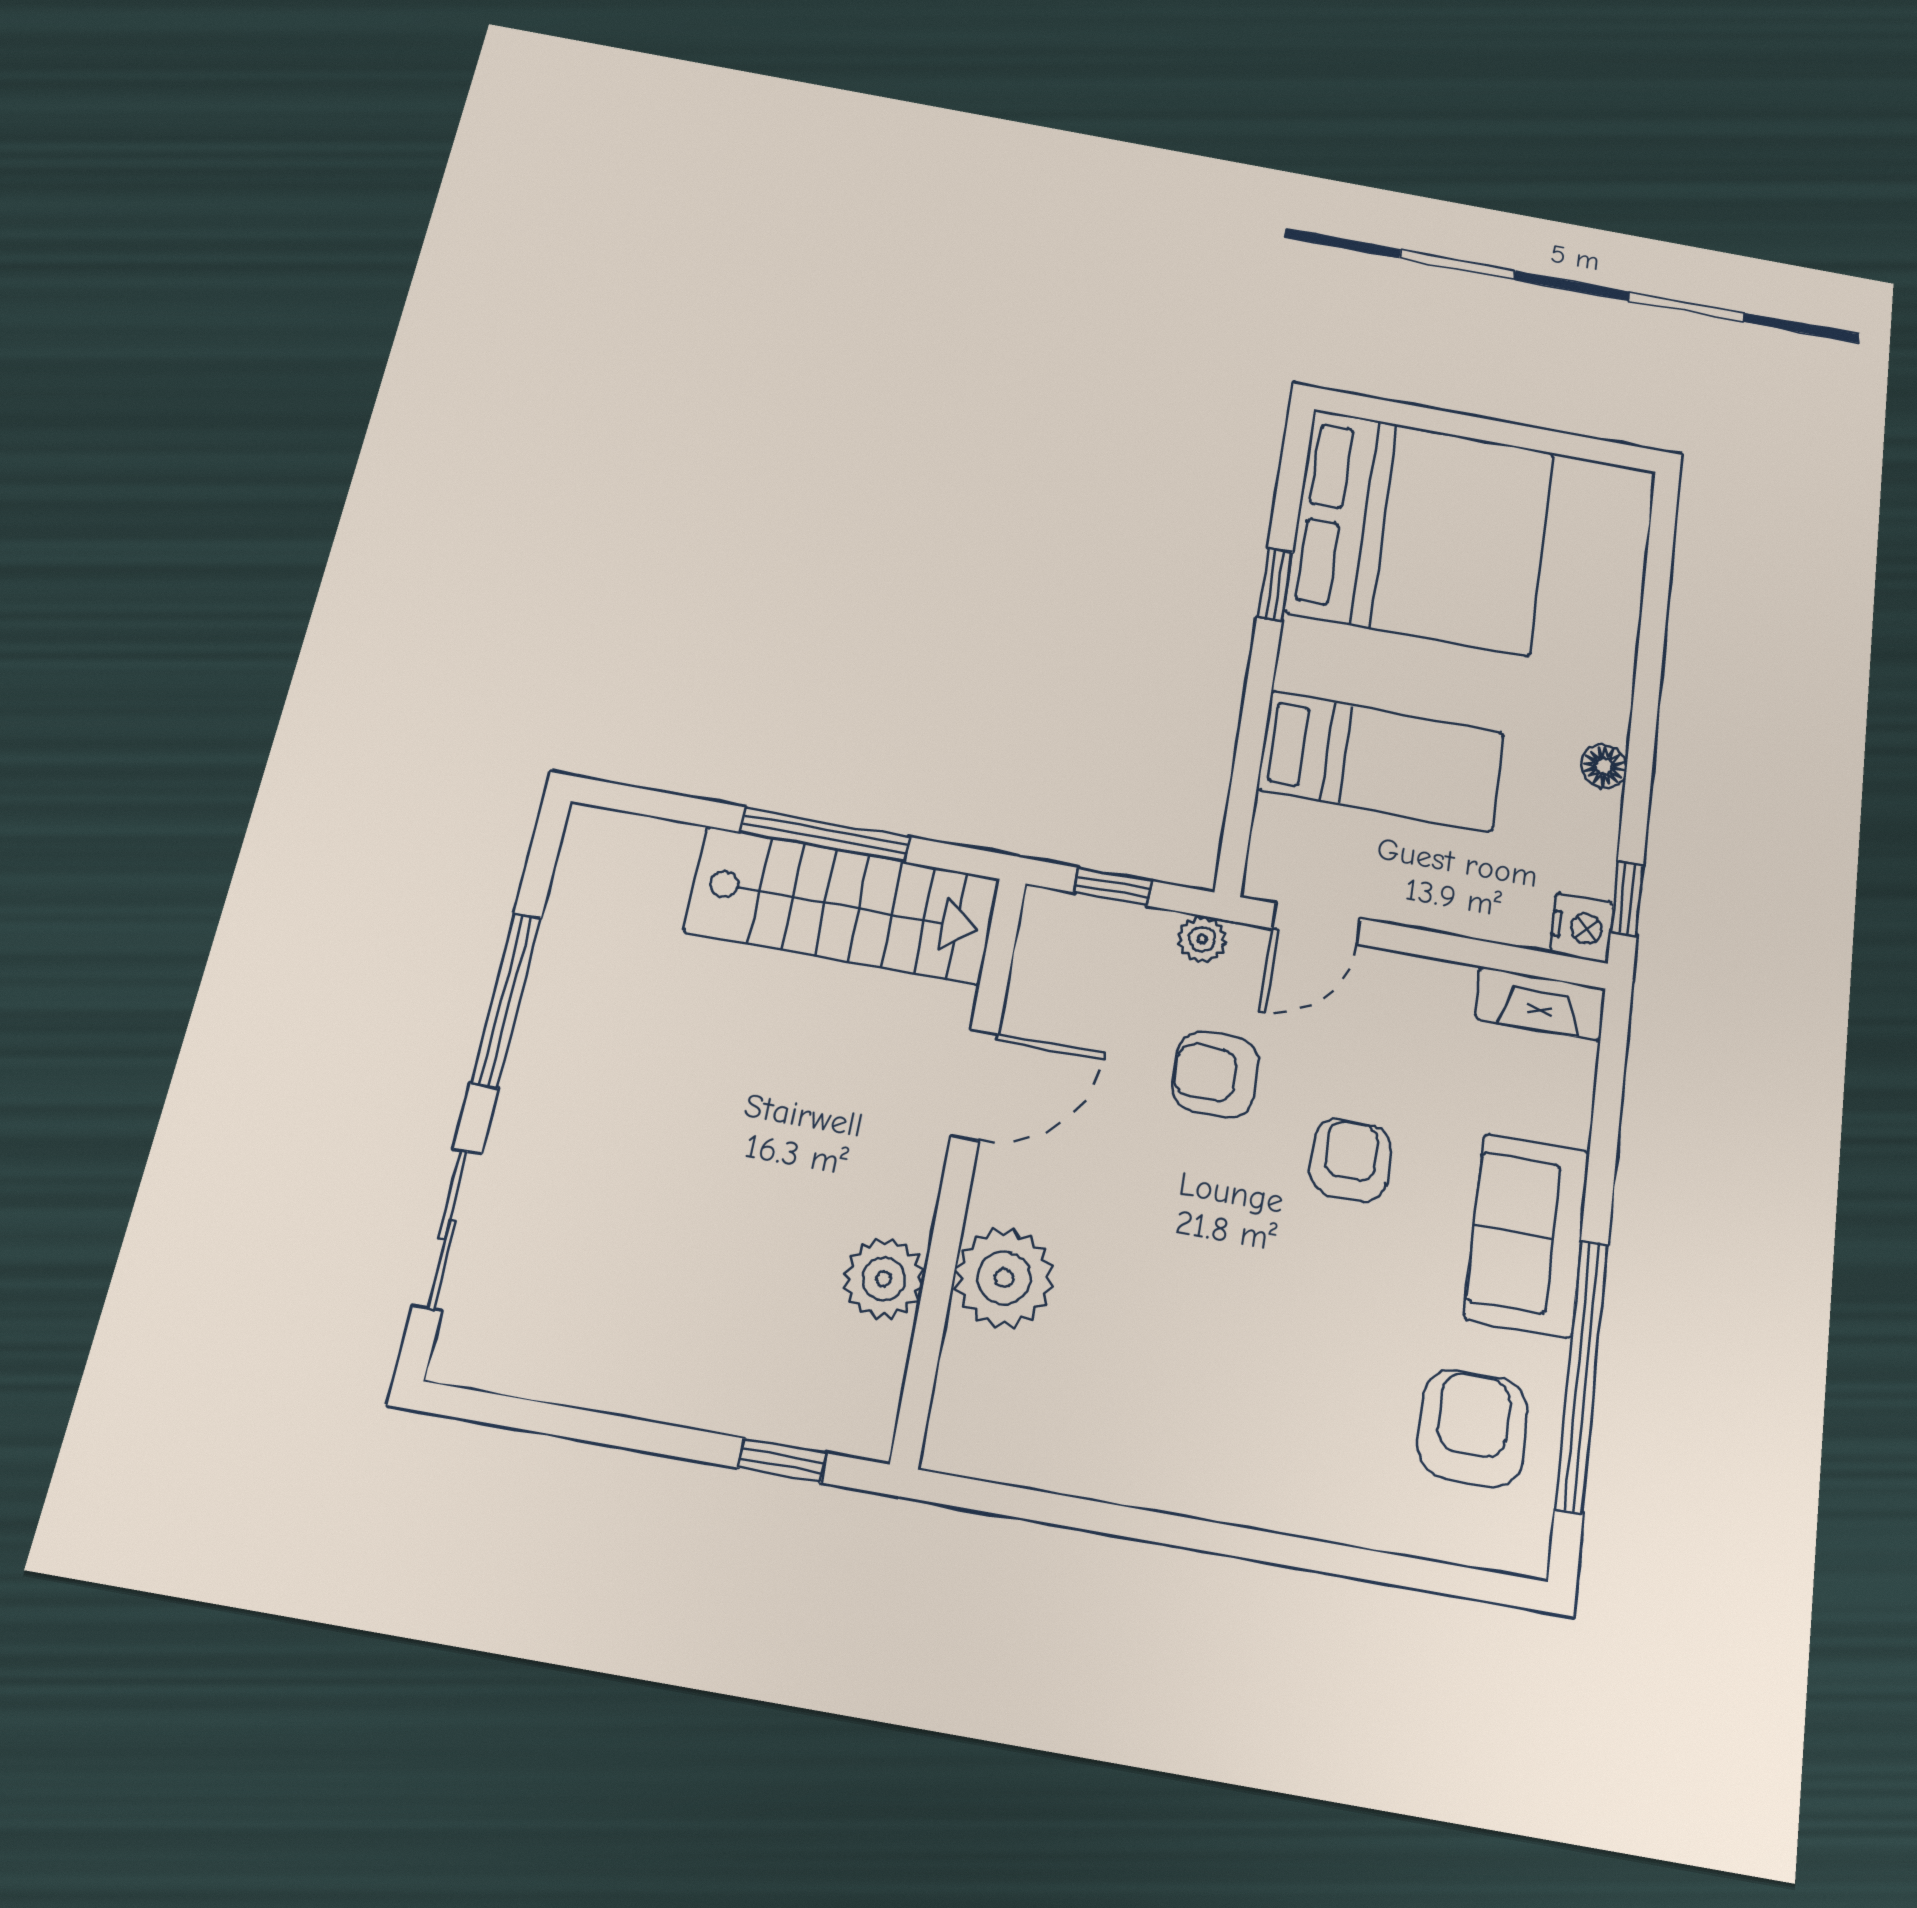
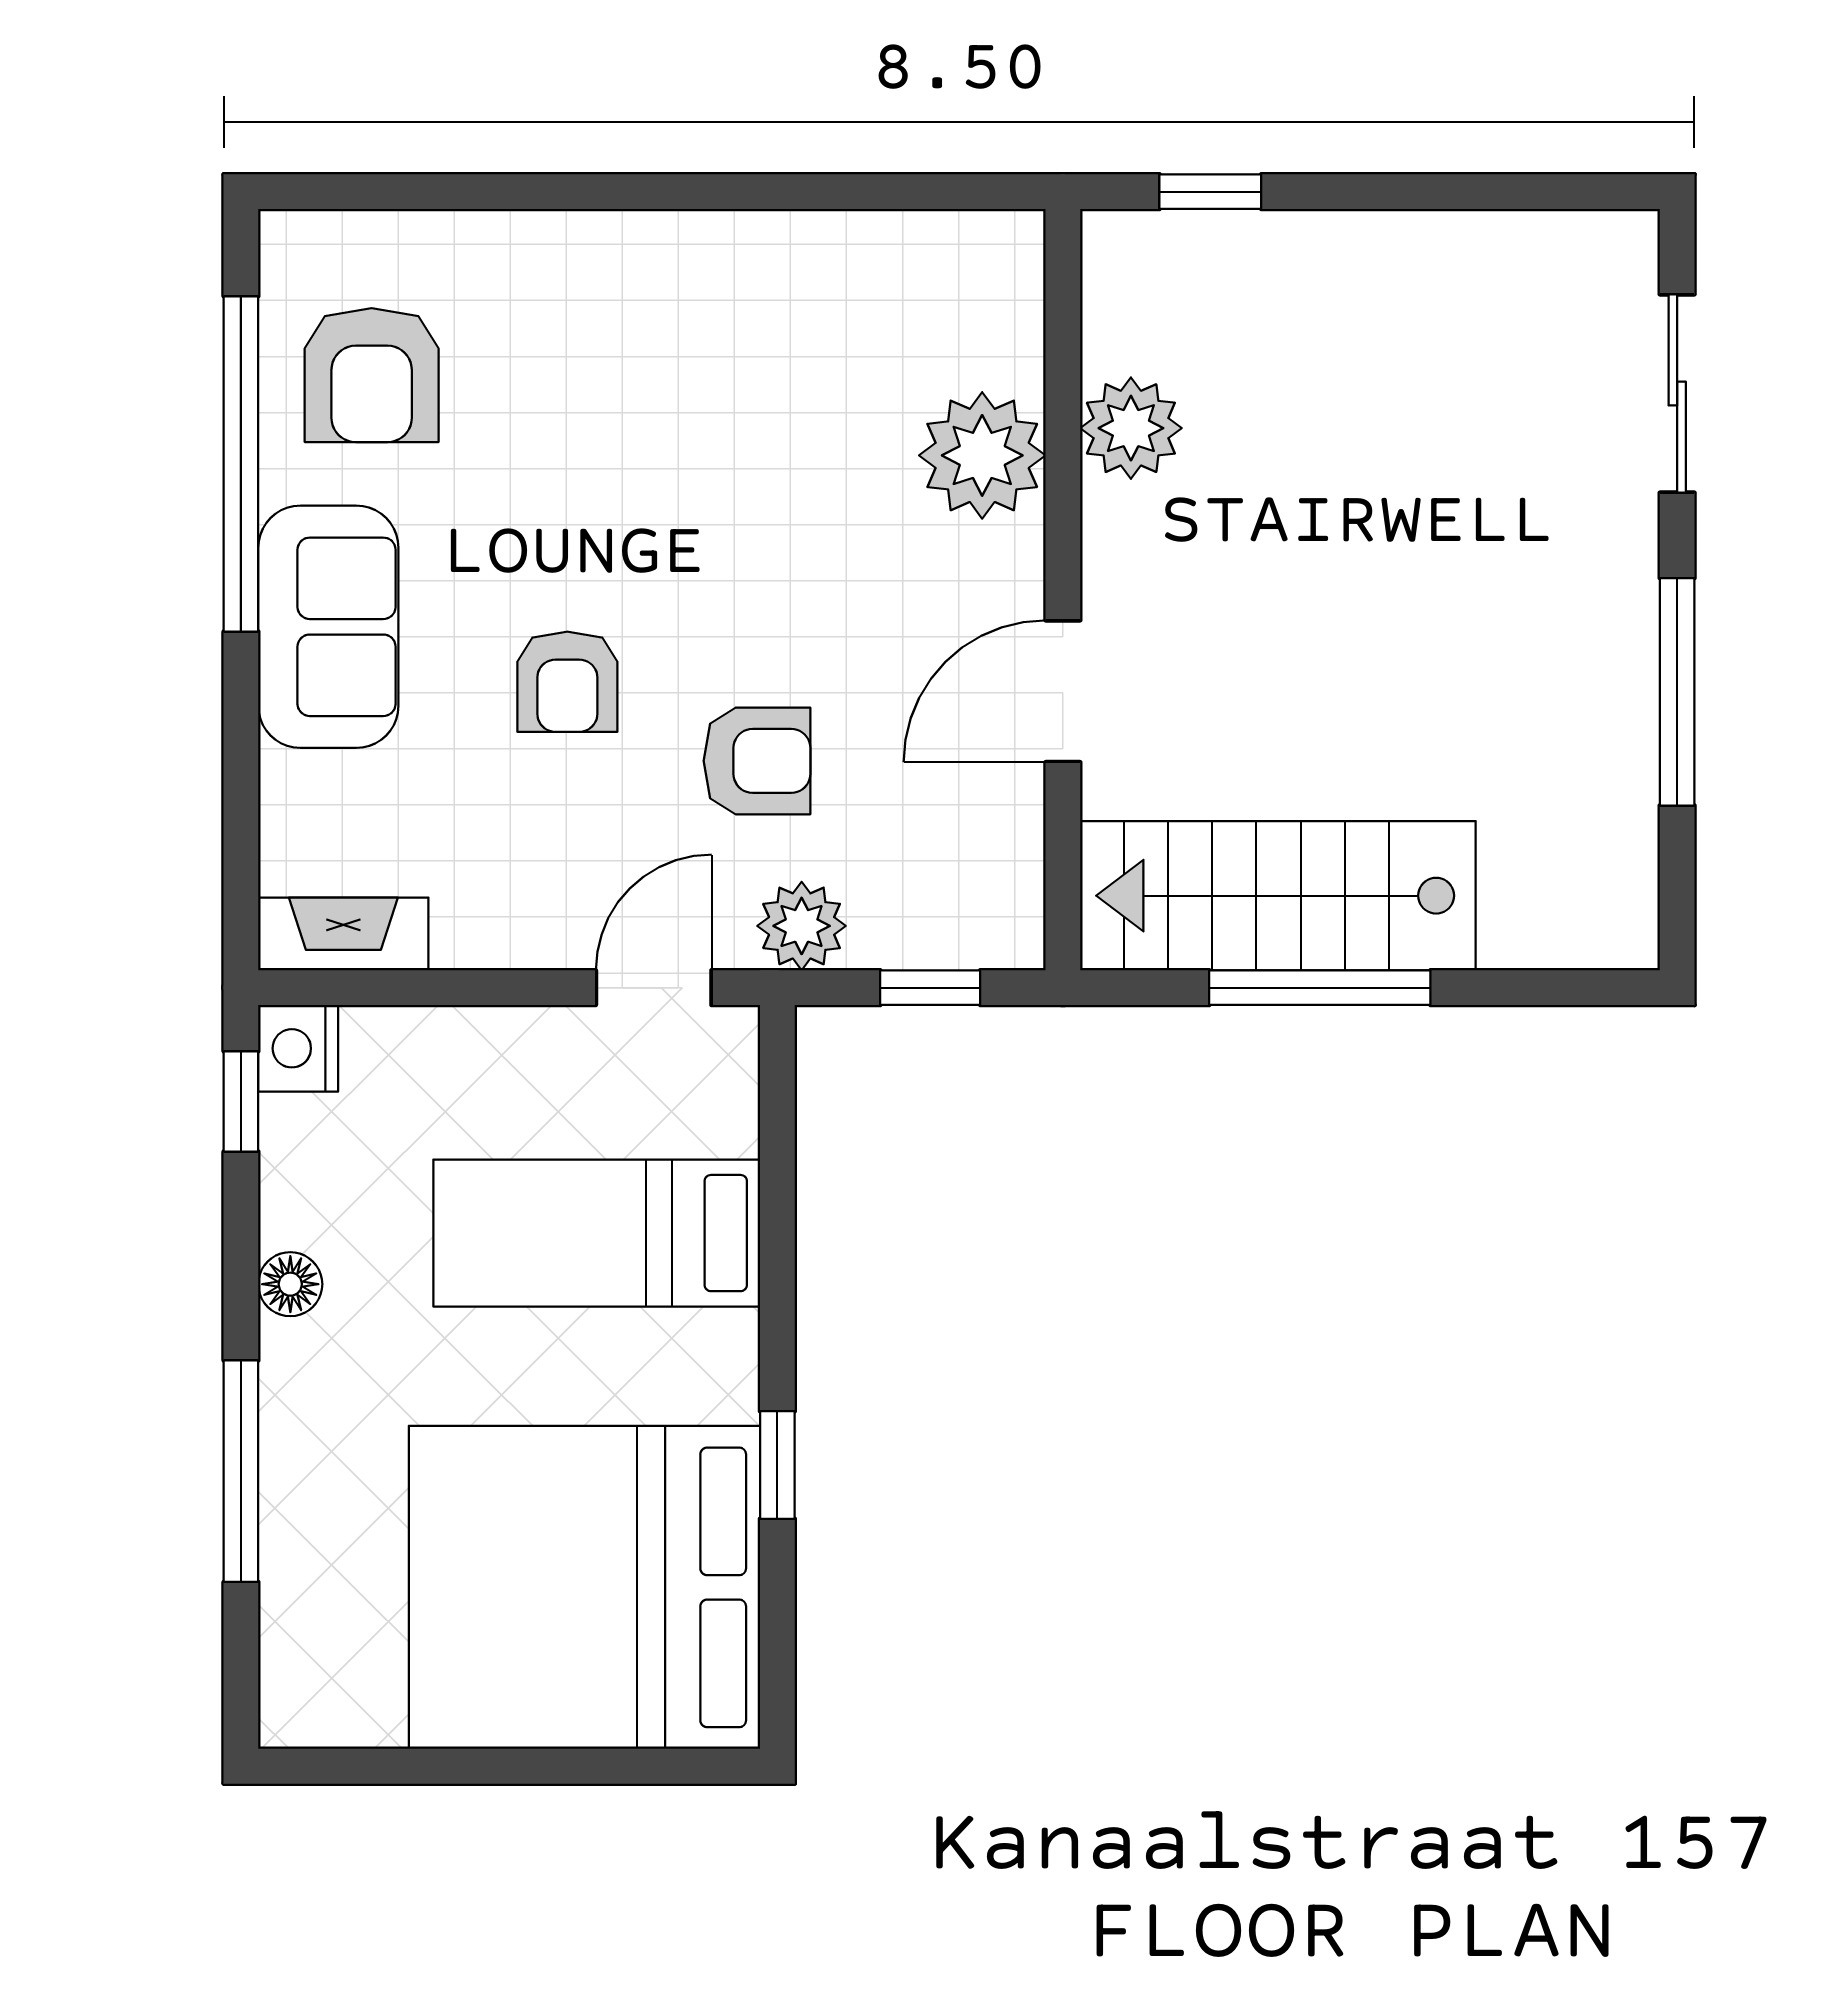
window: (1651, 649) -> (241, 1471), added
plant: (1202, 939) -> (802, 926), width x1.38, depth x1.38

